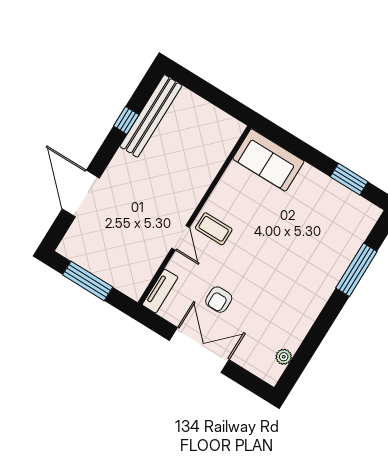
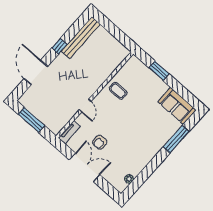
window: (126, 120) -> (60, 46), moved
sofa: (268, 160) -> (177, 106), moved
window: (349, 179) -> (159, 71), moved
coffee table: (214, 229) -> (118, 91), moved

